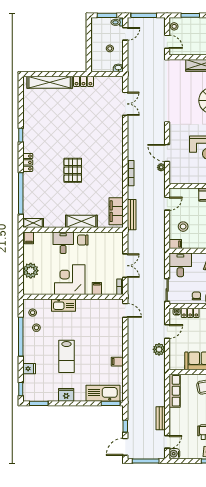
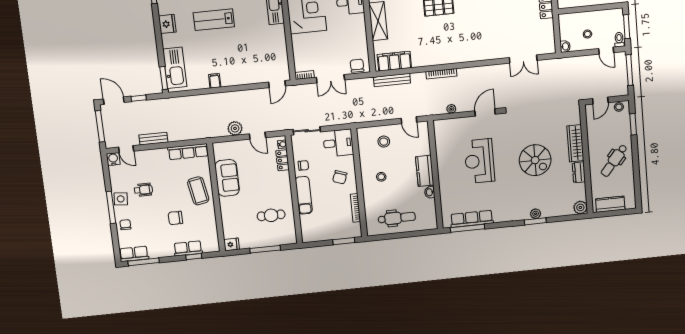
door: (167, 153) -> (485, 112), moved
chair: (83, 240) -> (357, 66), moved
filing cabinet: (175, 244) -> (362, 135), removed
filing cabinet: (97, 289) -> (299, 48), removed

